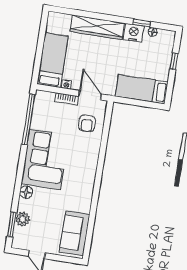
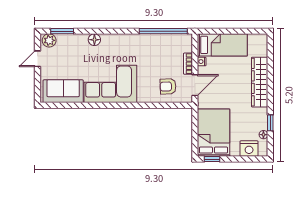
nightstand: (134, 33) -> (249, 149), moved, turned 90
window: (174, 61) -> (212, 159), moved
bed: (142, 89) -> (213, 133), width x1.50
corner sofa: (45, 160) -> (110, 84), moved, turned 180
plant: (23, 219) -> (49, 40), moved

